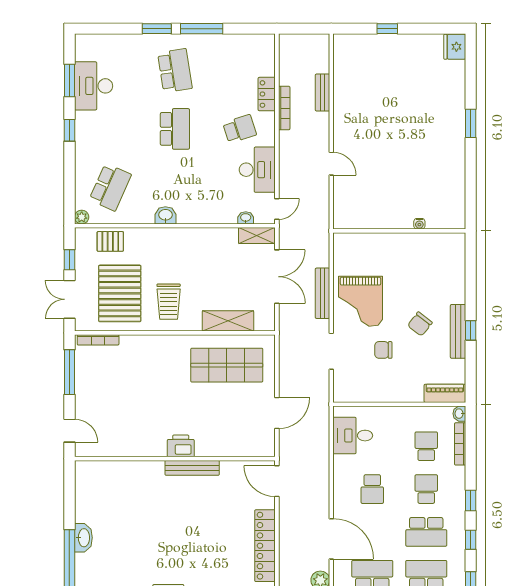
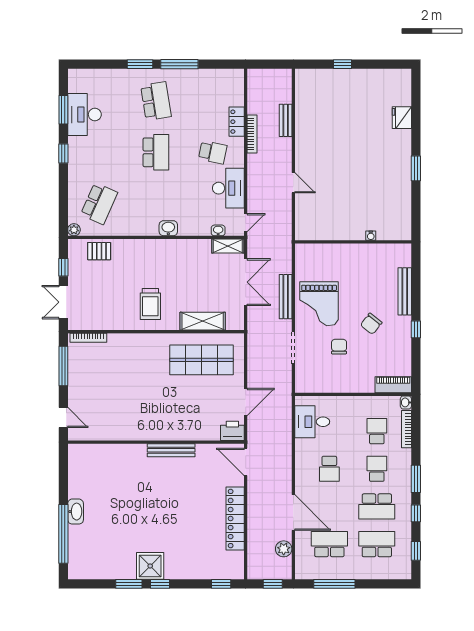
fridge: (455, 47) -> (402, 118), moved
window: (471, 123) -> (416, 168), moved
school desk: (240, 129) -> (213, 152), turned 30
washbasin: (165, 215) -> (168, 228), moved
pallet: (120, 293) -> (108, 297), removed
bench: (458, 331) -> (405, 291), moved
chair: (383, 350) -> (339, 347), turned 90
printer: (181, 446) -> (232, 431), moved
window: (471, 500) -> (416, 479), width x1.50

